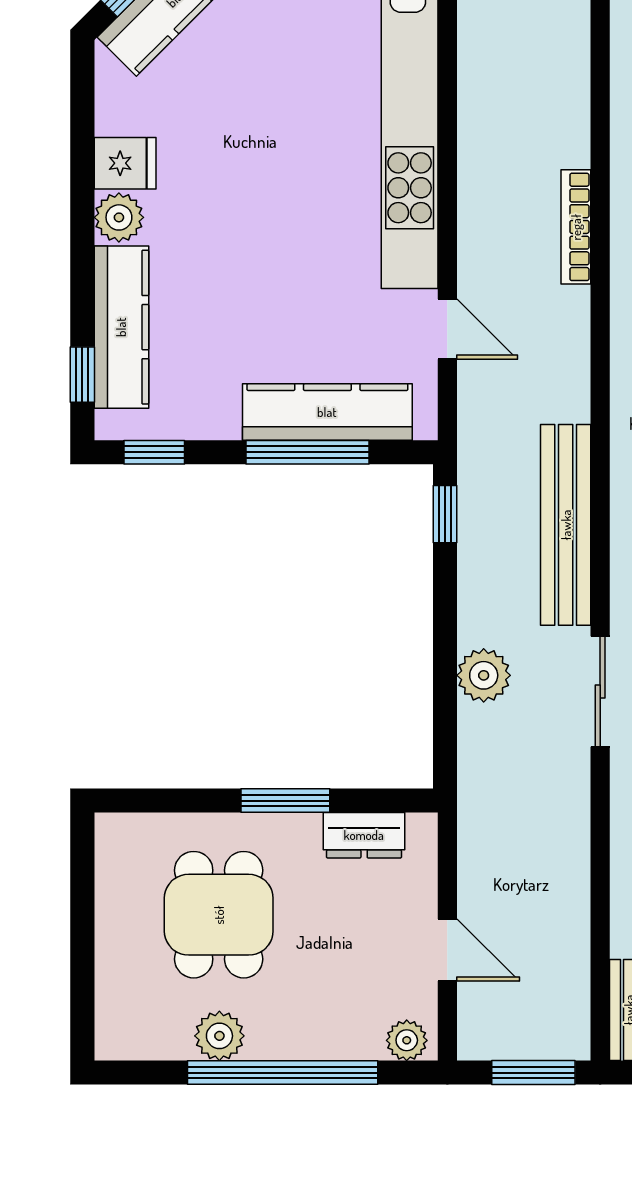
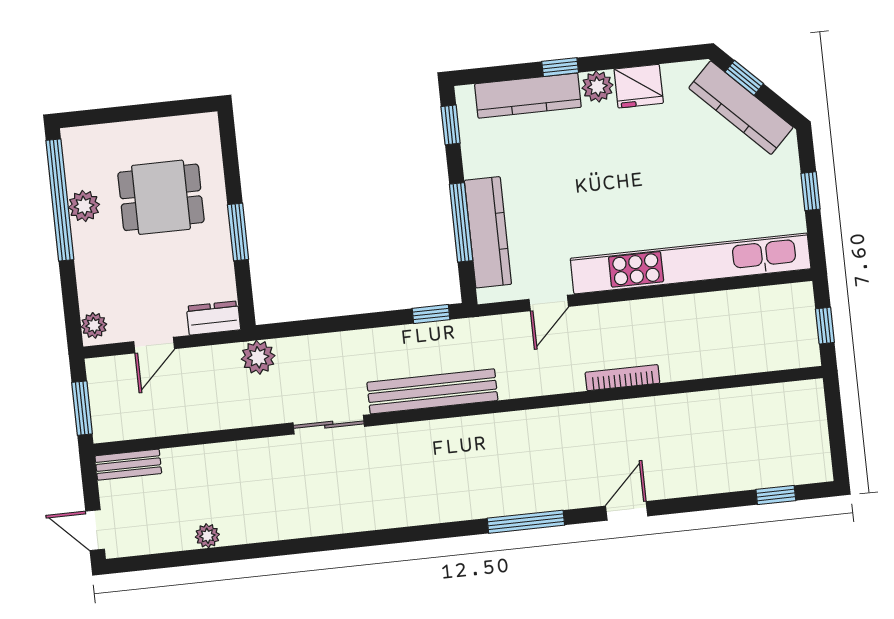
fridge: (125, 163) -> (639, 86), width x1.38
window: (82, 375) -> (560, 67), moved
plant: (484, 675) -> (258, 357), moved
dresser: (364, 835) -> (214, 318), moved, turned 90
window: (283, 1073) -> (60, 200), moved

